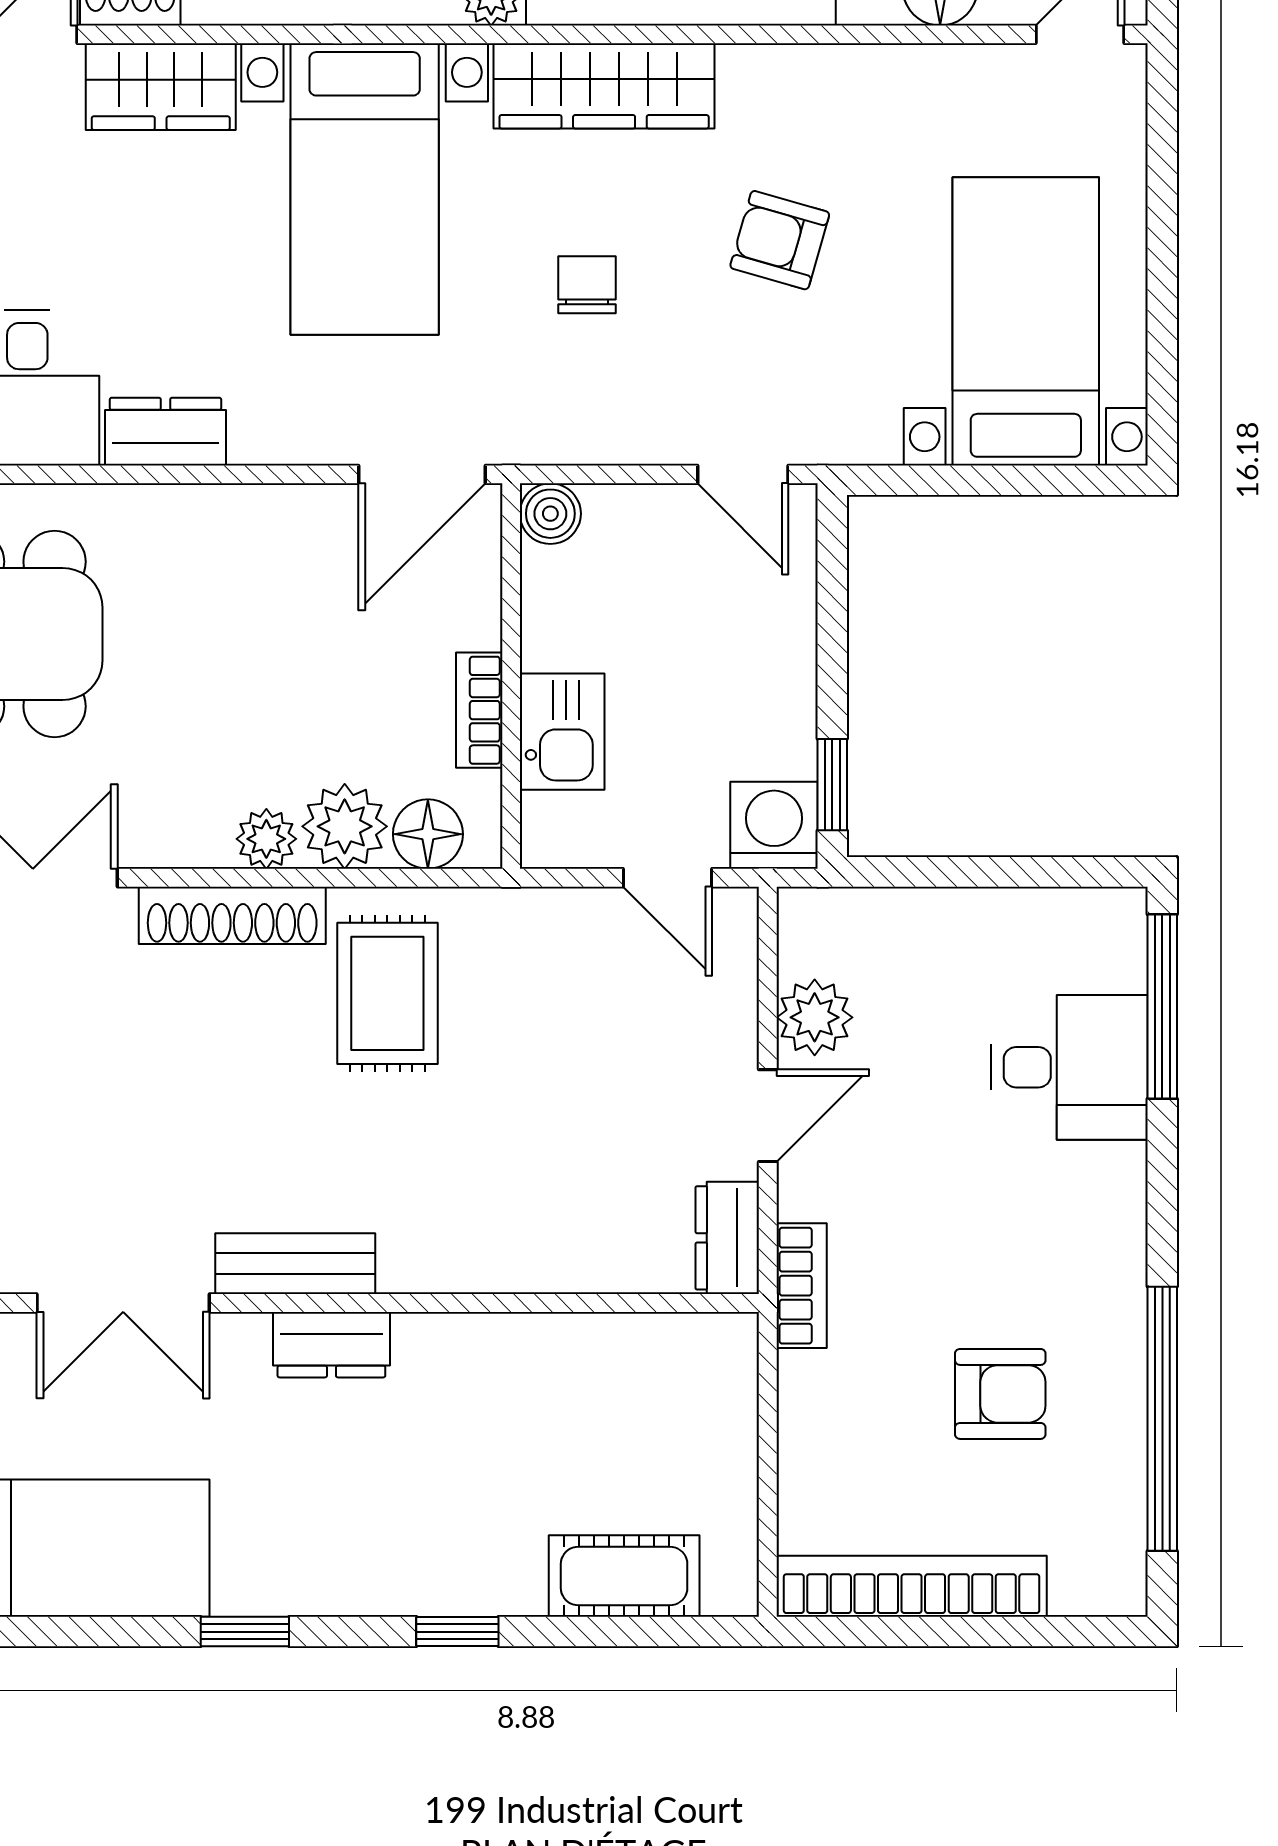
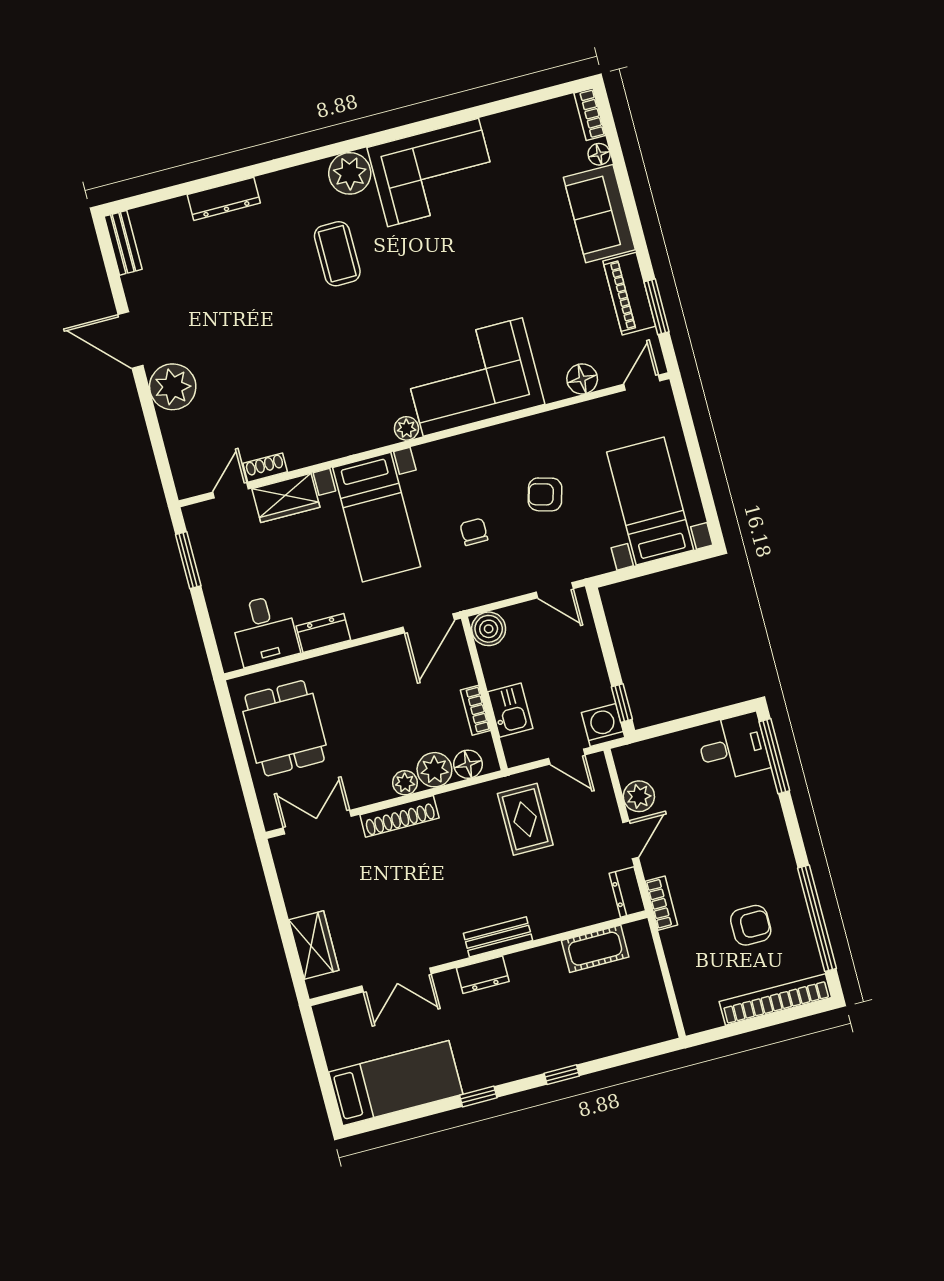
wardrobe: (604, 86) -> (460, 452), removed
boiler: (550, 514) -> (489, 629), width x1.36, depth x1.36
rug: (387, 993) -> (525, 819), moved
desk: (1069, 1067) -> (733, 747), moved
bench: (295, 1264) -> (498, 937), moved
cot: (624, 1576) -> (595, 949), moved
bookcase: (912, 1586) -> (775, 1000), moved

